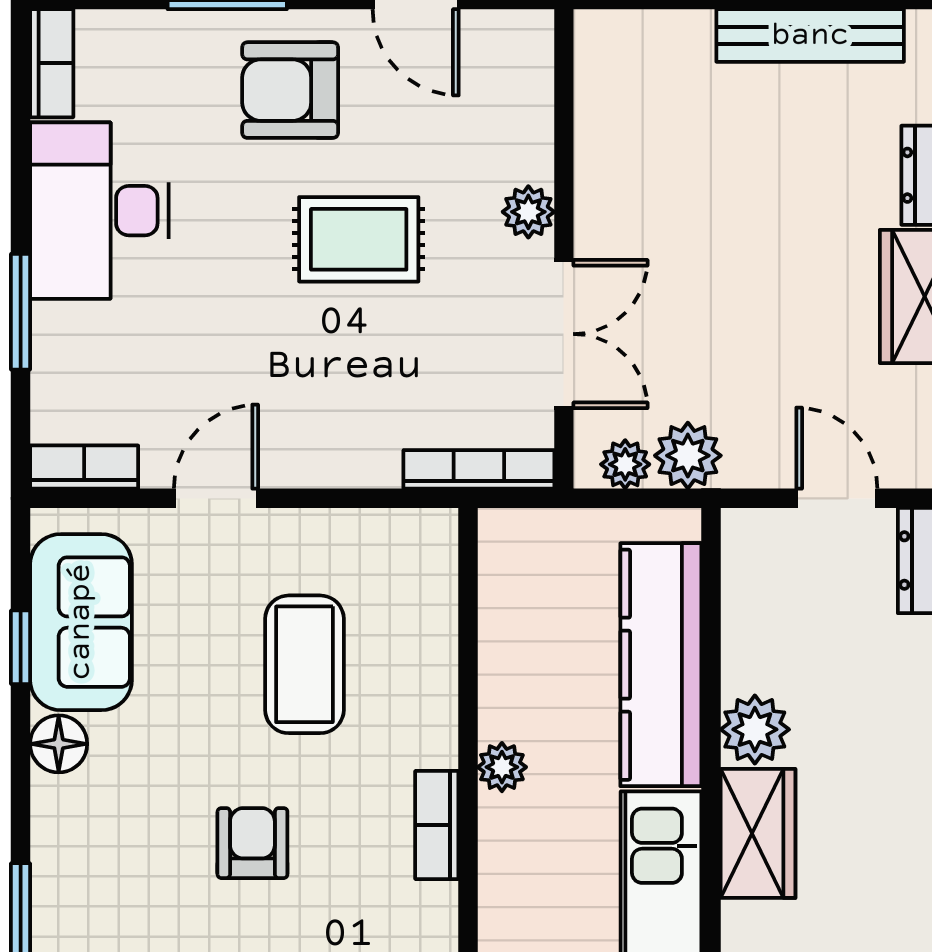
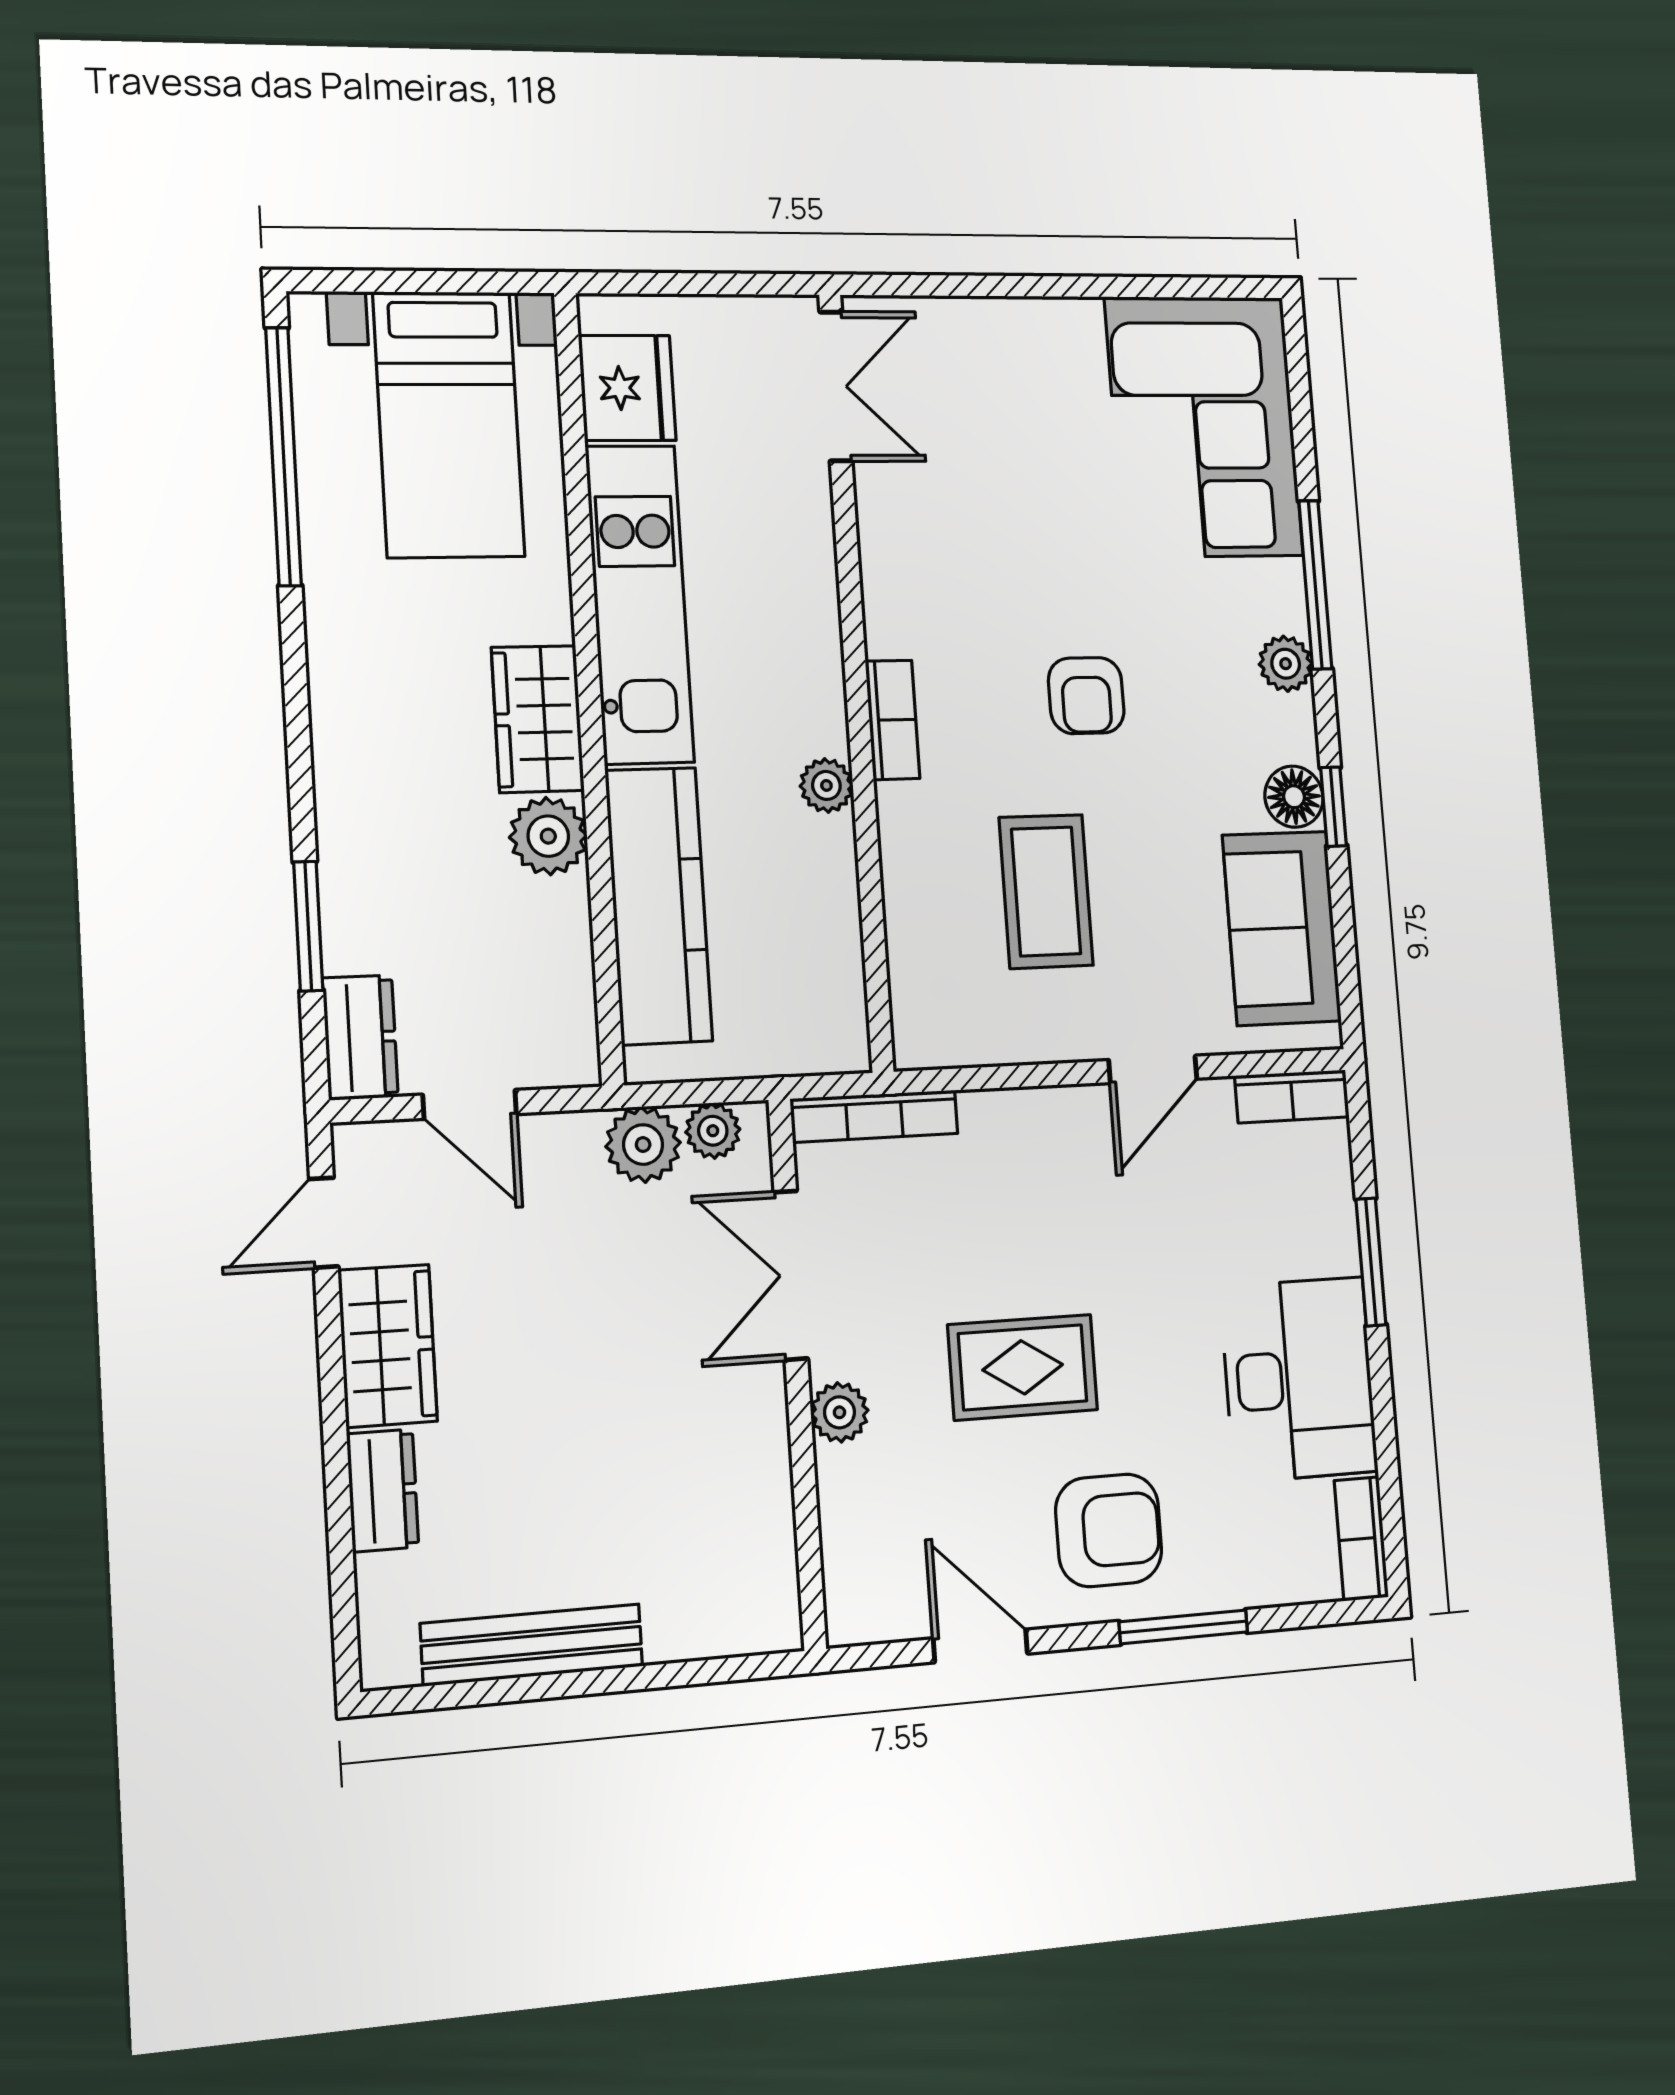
window: (21, 647) -> (1333, 807), moved
plant: (56, 869) -> (1286, 664), added

